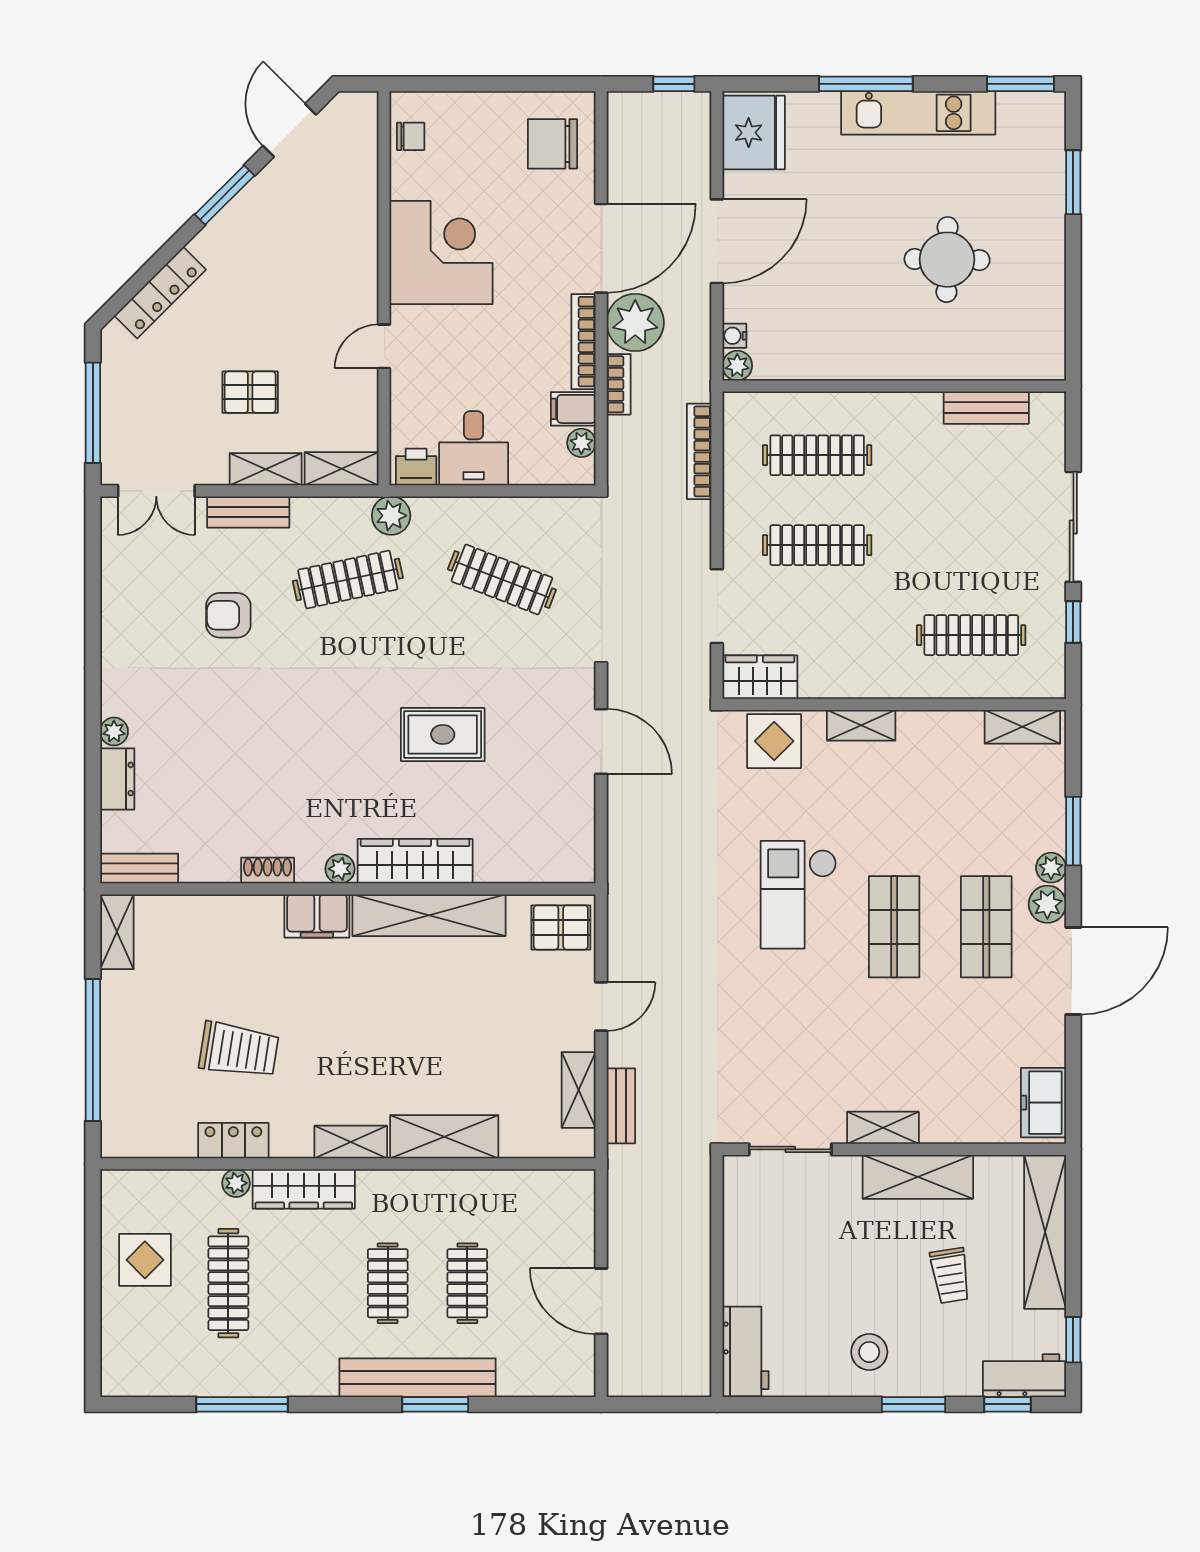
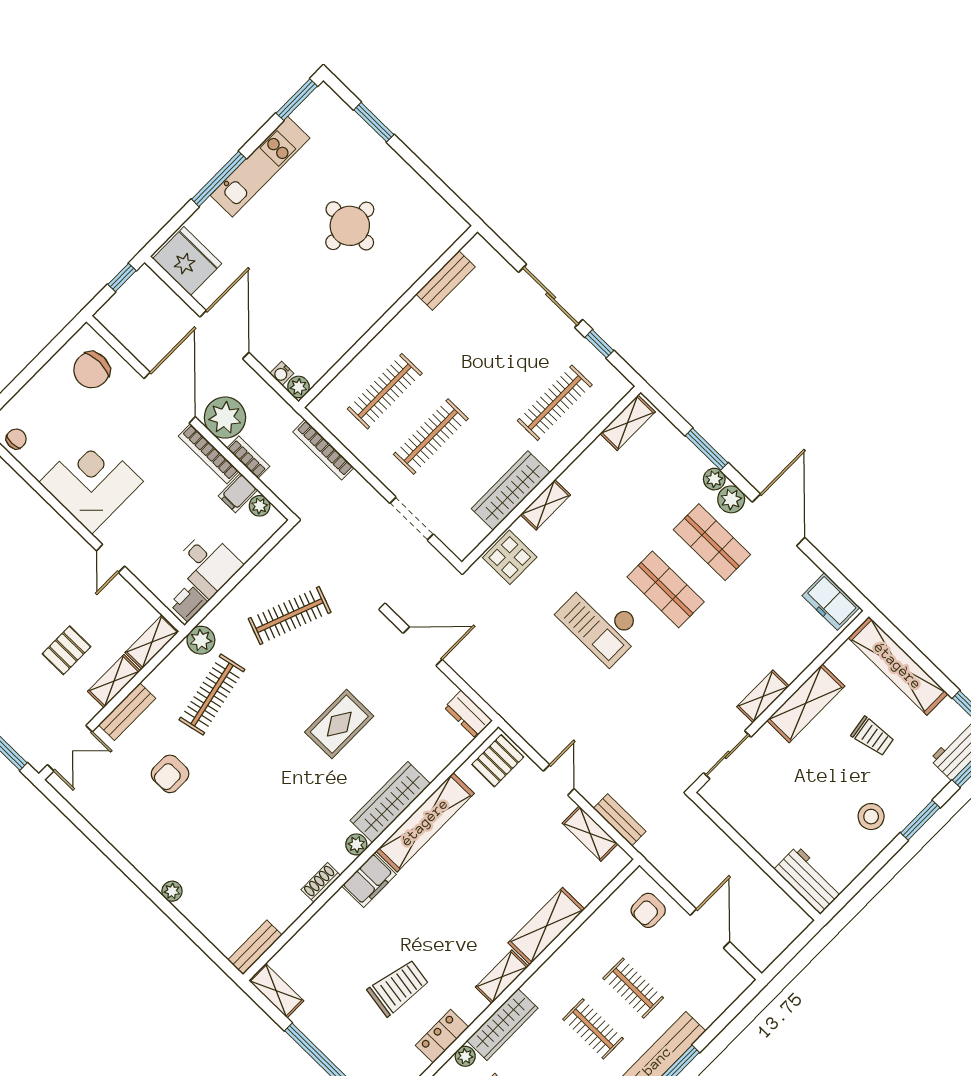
wardrobe: (760, 677) -> (511, 491), moved, width x1.50
dresser: (117, 779) -> (468, 714), moved, turned 180
armchair: (559, 1222) -> (648, 910), added
door: (601, 1301) -> (710, 929), swing flipped

